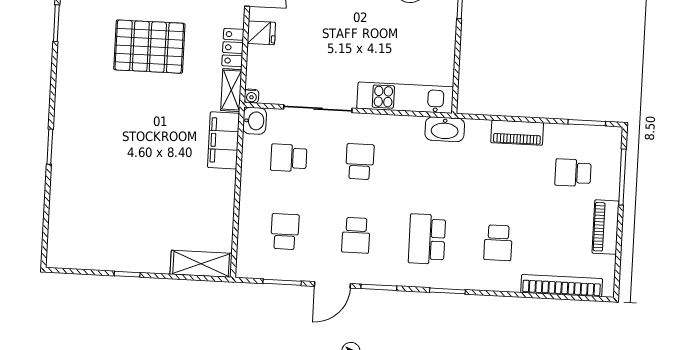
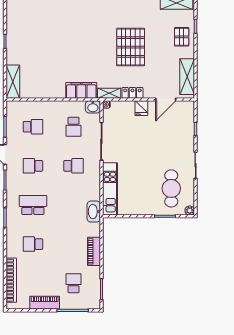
school desk: (289, 158) -> (73, 127), turned 180

